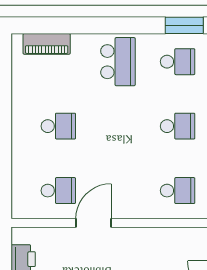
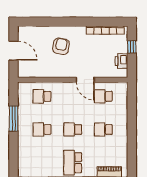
school desk: (178, 62) -> (73, 129), moved
door: (93, 223) -> (85, 80), hinge flipped

